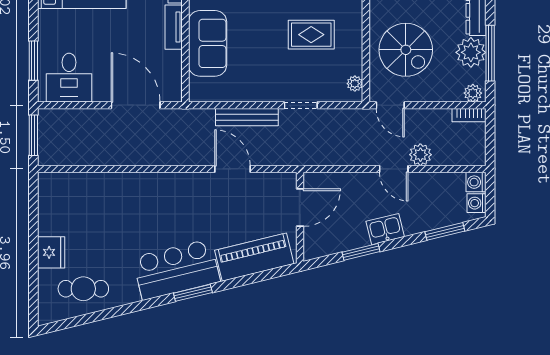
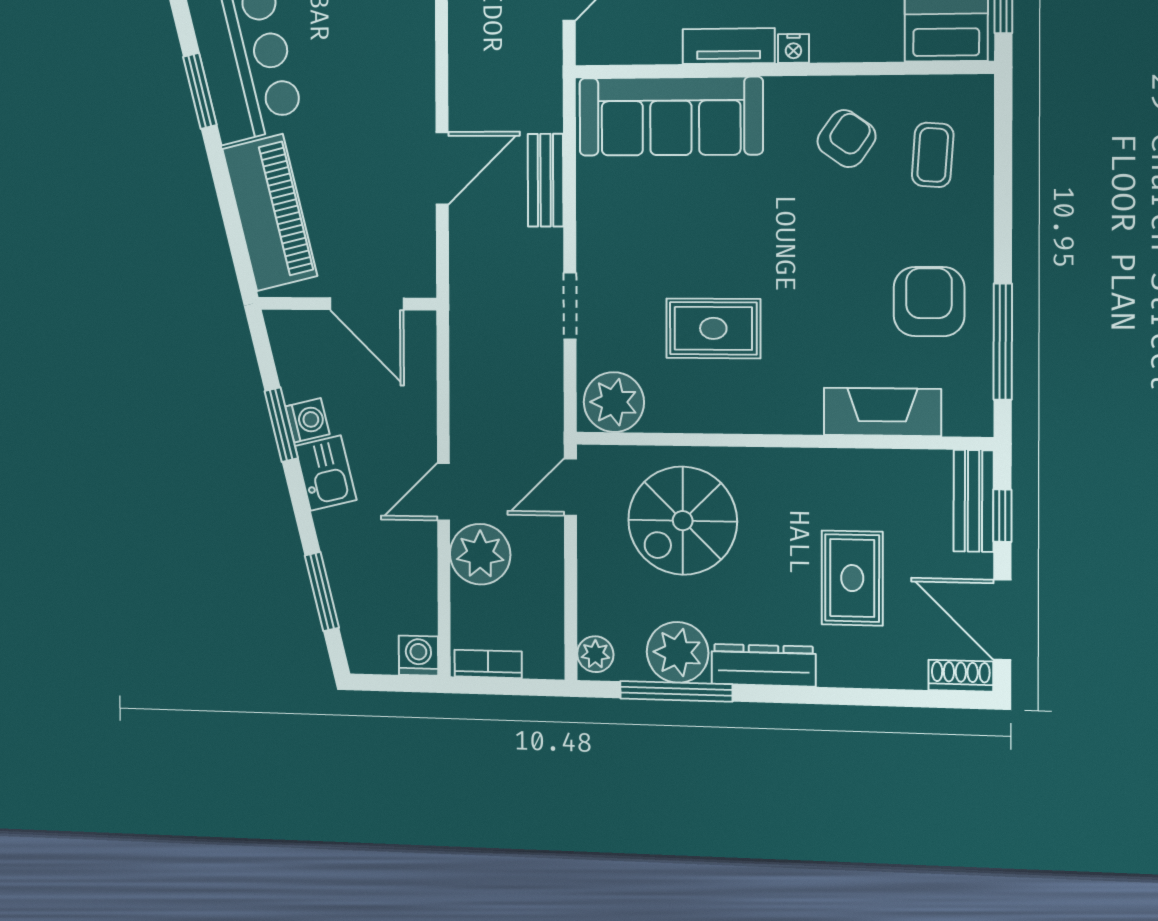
rug: (311, 35) -> (713, 328), turned 90
sofa: (208, 43) -> (671, 116), width x1.36
plant: (355, 84) -> (614, 402), width x1.88, depth x1.88
bookcase: (469, 115) -> (488, 664), moved, turned 90
bench: (247, 117) -> (546, 180), width x0.73
plant: (420, 155) -> (480, 554), width x1.36, depth x1.36
washing machine: (477, 203) -> (307, 420), moved, turned 76

